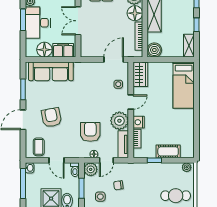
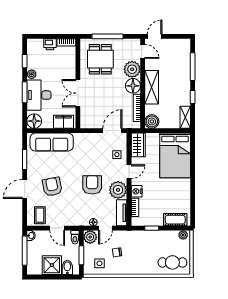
floor lamp: (44, 50) -> (34, 121), moved
bed: (184, 85) -> (175, 155), width x1.50
armchair: (90, 132) -> (92, 185), moved
cot: (168, 151) -> (175, 220), moved

